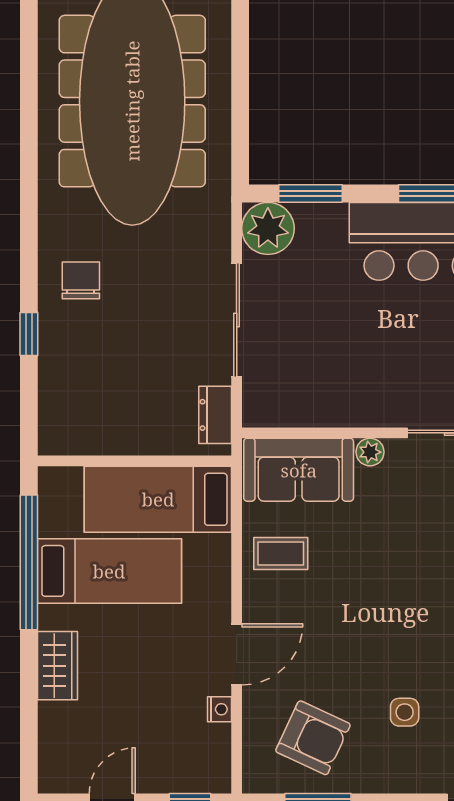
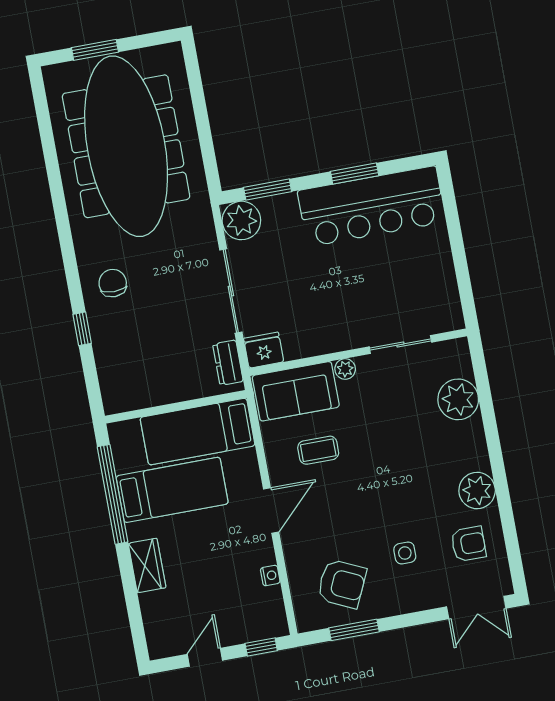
fridge: (266, 407) -> (264, 350), added
coffee table: (281, 553) -> (318, 450), moved
door: (237, 654) -> (271, 511), moved

